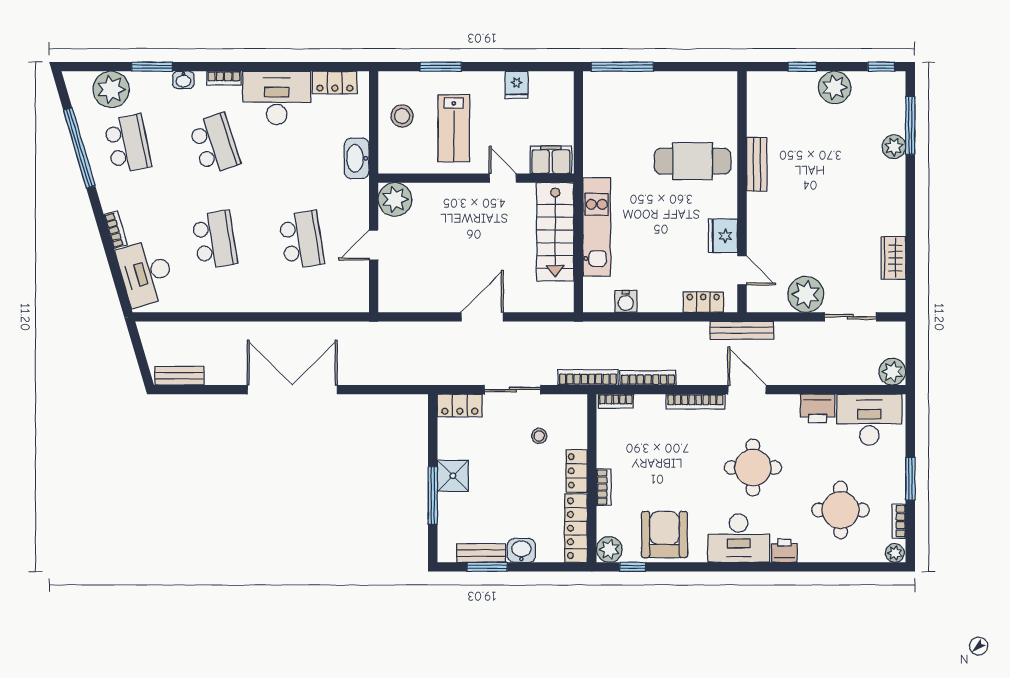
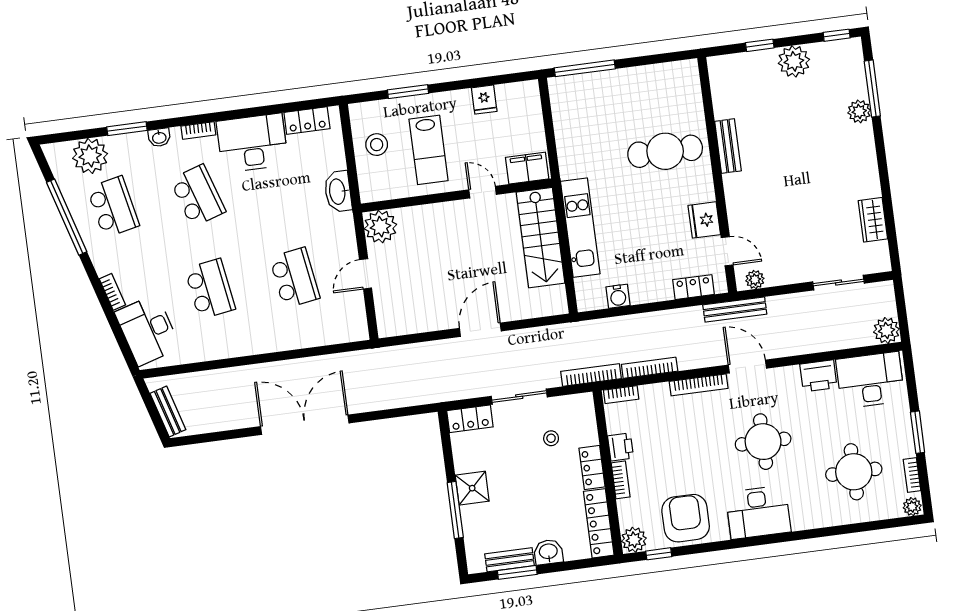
plant: (806, 294) -> (755, 280), moved, width x0.53, depth x0.53
bench: (179, 376) -> (168, 412), moved, turned 74
printer: (784, 551) -> (621, 447), moved, turned 90

